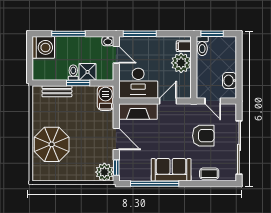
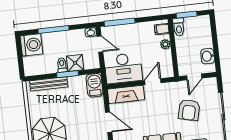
plant: (181, 63) -> (165, 44), width x0.53, depth x0.53
bench: (57, 91) -> (49, 84), width x1.36
door: (213, 101) -> (194, 77), hinge flipped
armchair: (203, 136) -> (189, 110), turned 103

